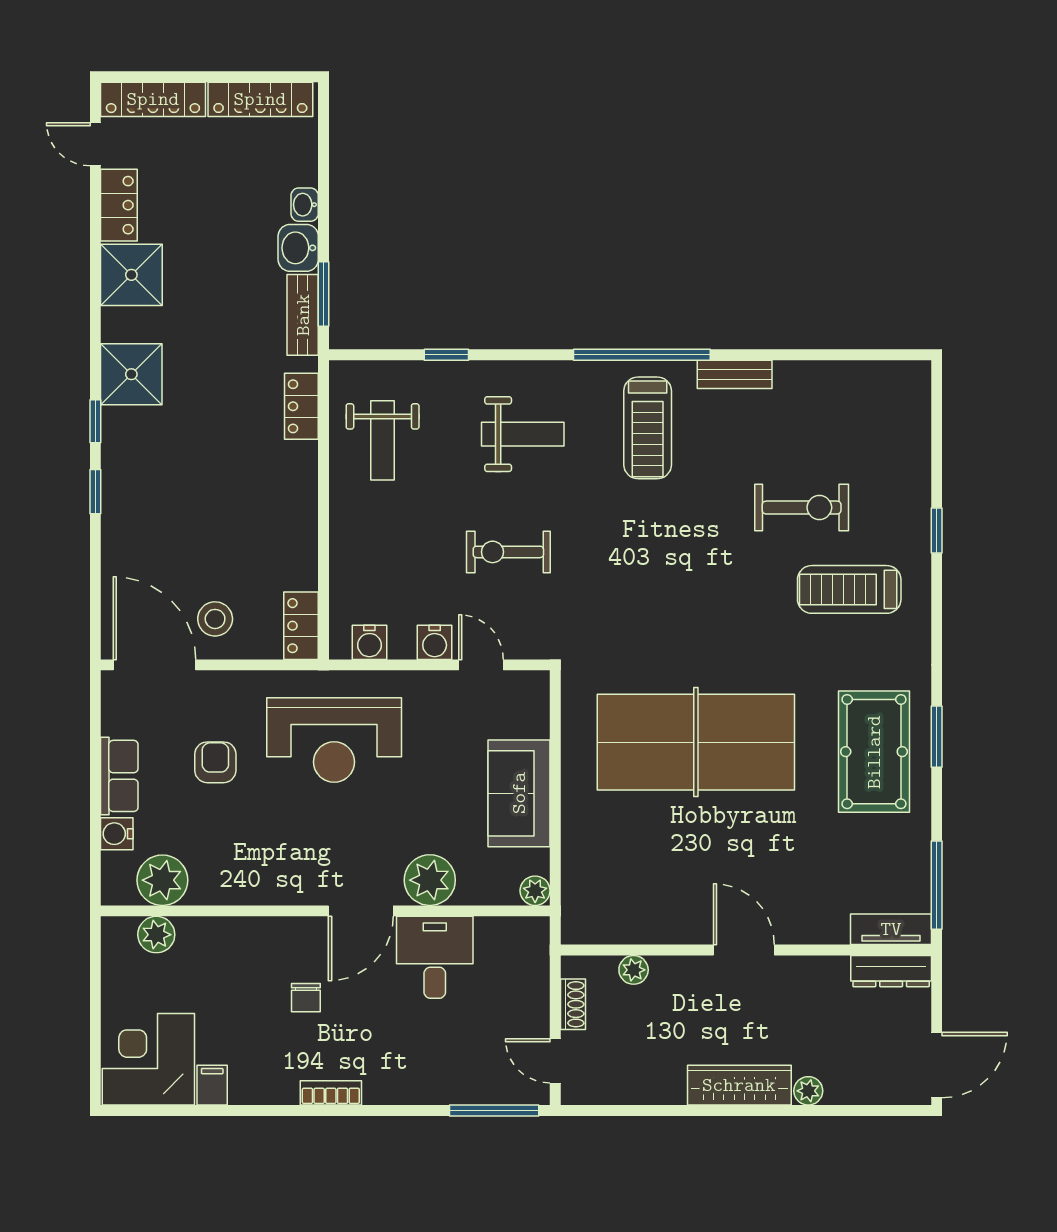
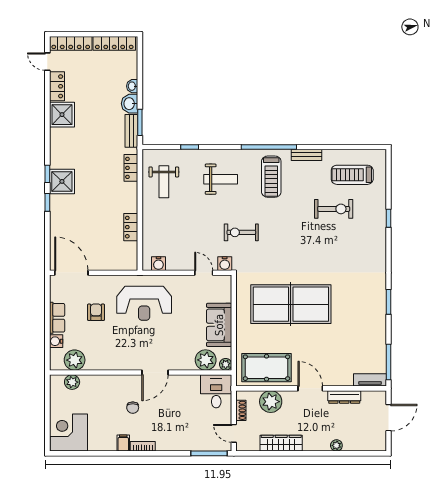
shower: (131, 374) -> (62, 181), moved
exercise bike: (508, 552) -> (241, 232), moved
treadmill: (849, 589) -> (352, 175), moved
stool: (215, 619) -> (96, 254), removed
locker: (301, 626) -> (131, 227), moved
water cooler: (435, 642) -> (225, 264), moved
pool table: (874, 752) -> (266, 368), moved, turned 90
plant: (430, 880) -> (206, 360), moved
desk: (435, 957) -> (216, 391), moved
plant: (634, 970) -> (271, 402), width x1.88, depth x1.88
dresser: (891, 971) -> (344, 397), moved
door: (937, 1065) -> (388, 418), moved
filing cabinet: (212, 1085) -> (123, 443), moved
wardrobe: (739, 1085) -> (281, 443), moved

